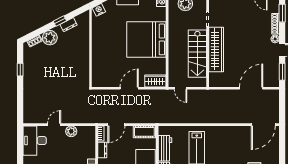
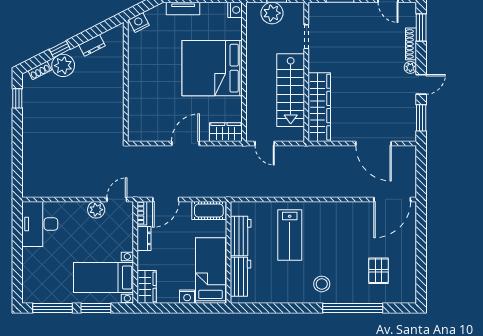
window: (60, 21) -> (60, 49), moved
wardrobe: (216, 49) -> (319, 107), moved
window: (20, 70) -> (17, 98), moved
door: (251, 88) -> (373, 143), swing flipped
door: (54, 125) -> (117, 199), moved

